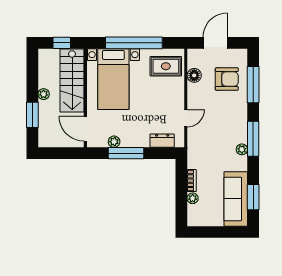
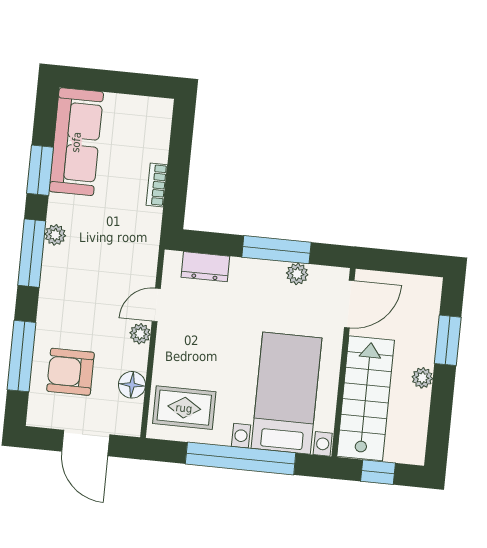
door: (215, 43) -> (86, 443), hinge flipped
door: (85, 129) -> (349, 304), hinge flipped
window: (253, 197) -> (40, 170), moved
plant: (193, 198) -> (140, 334), moved

